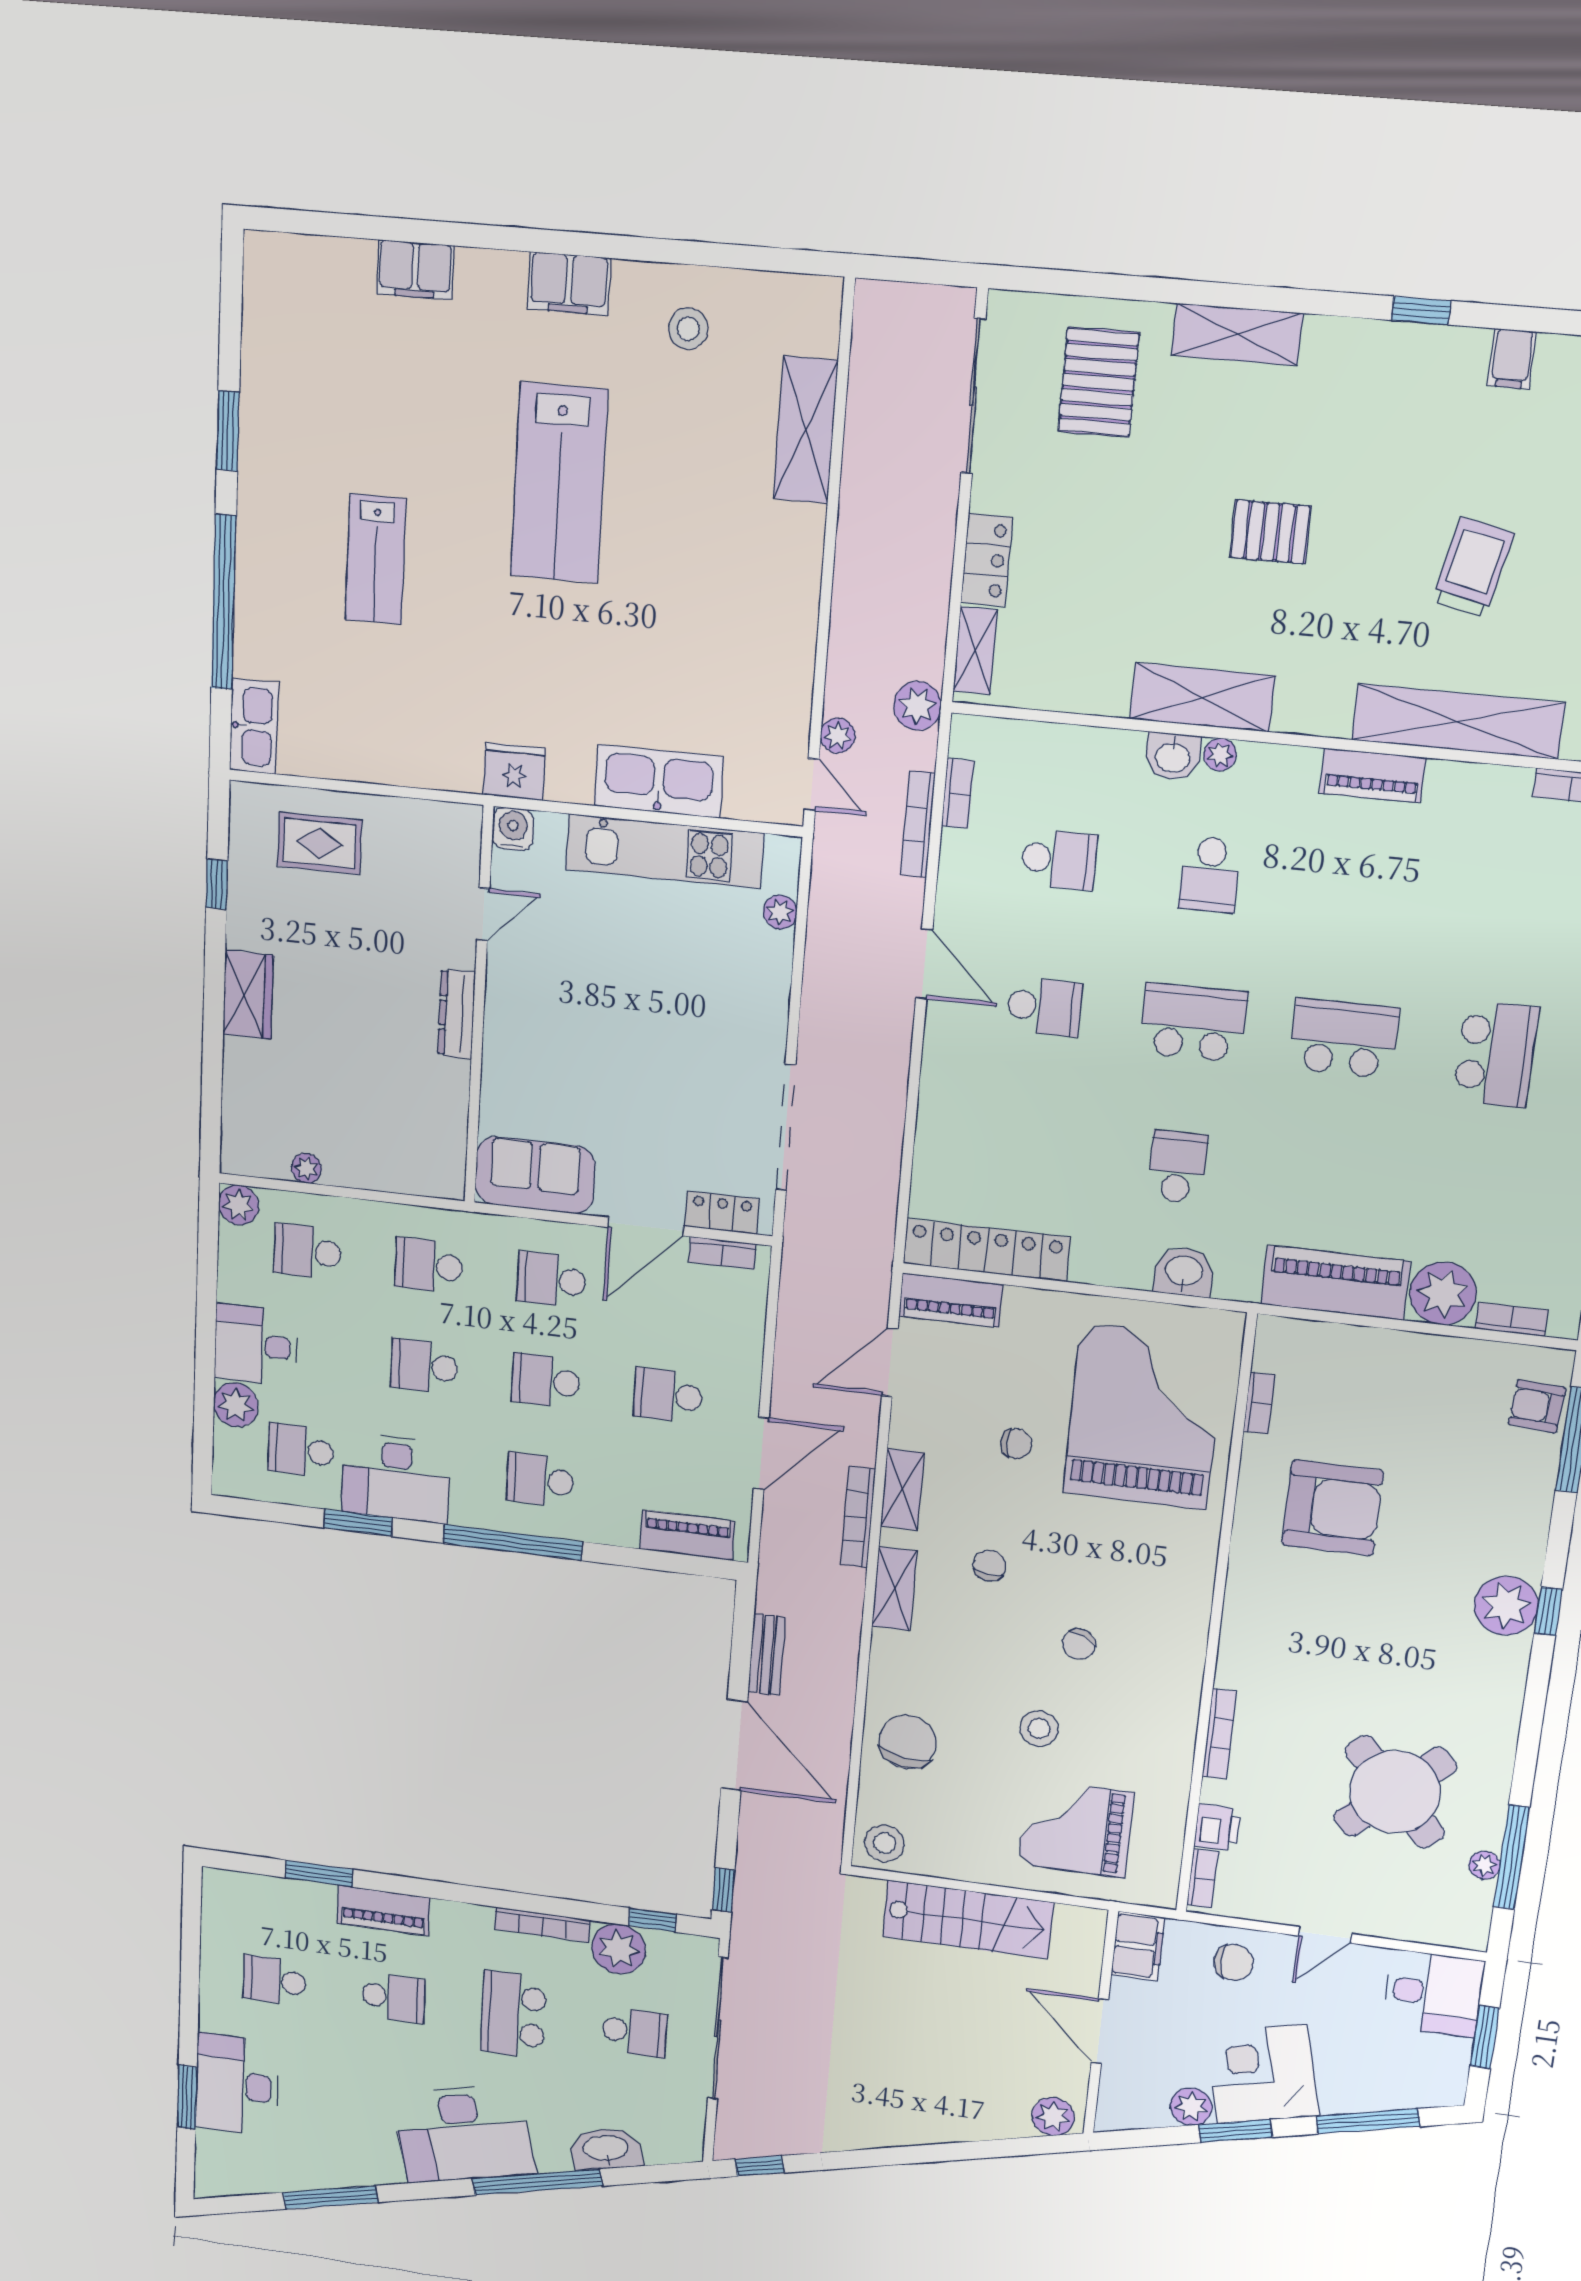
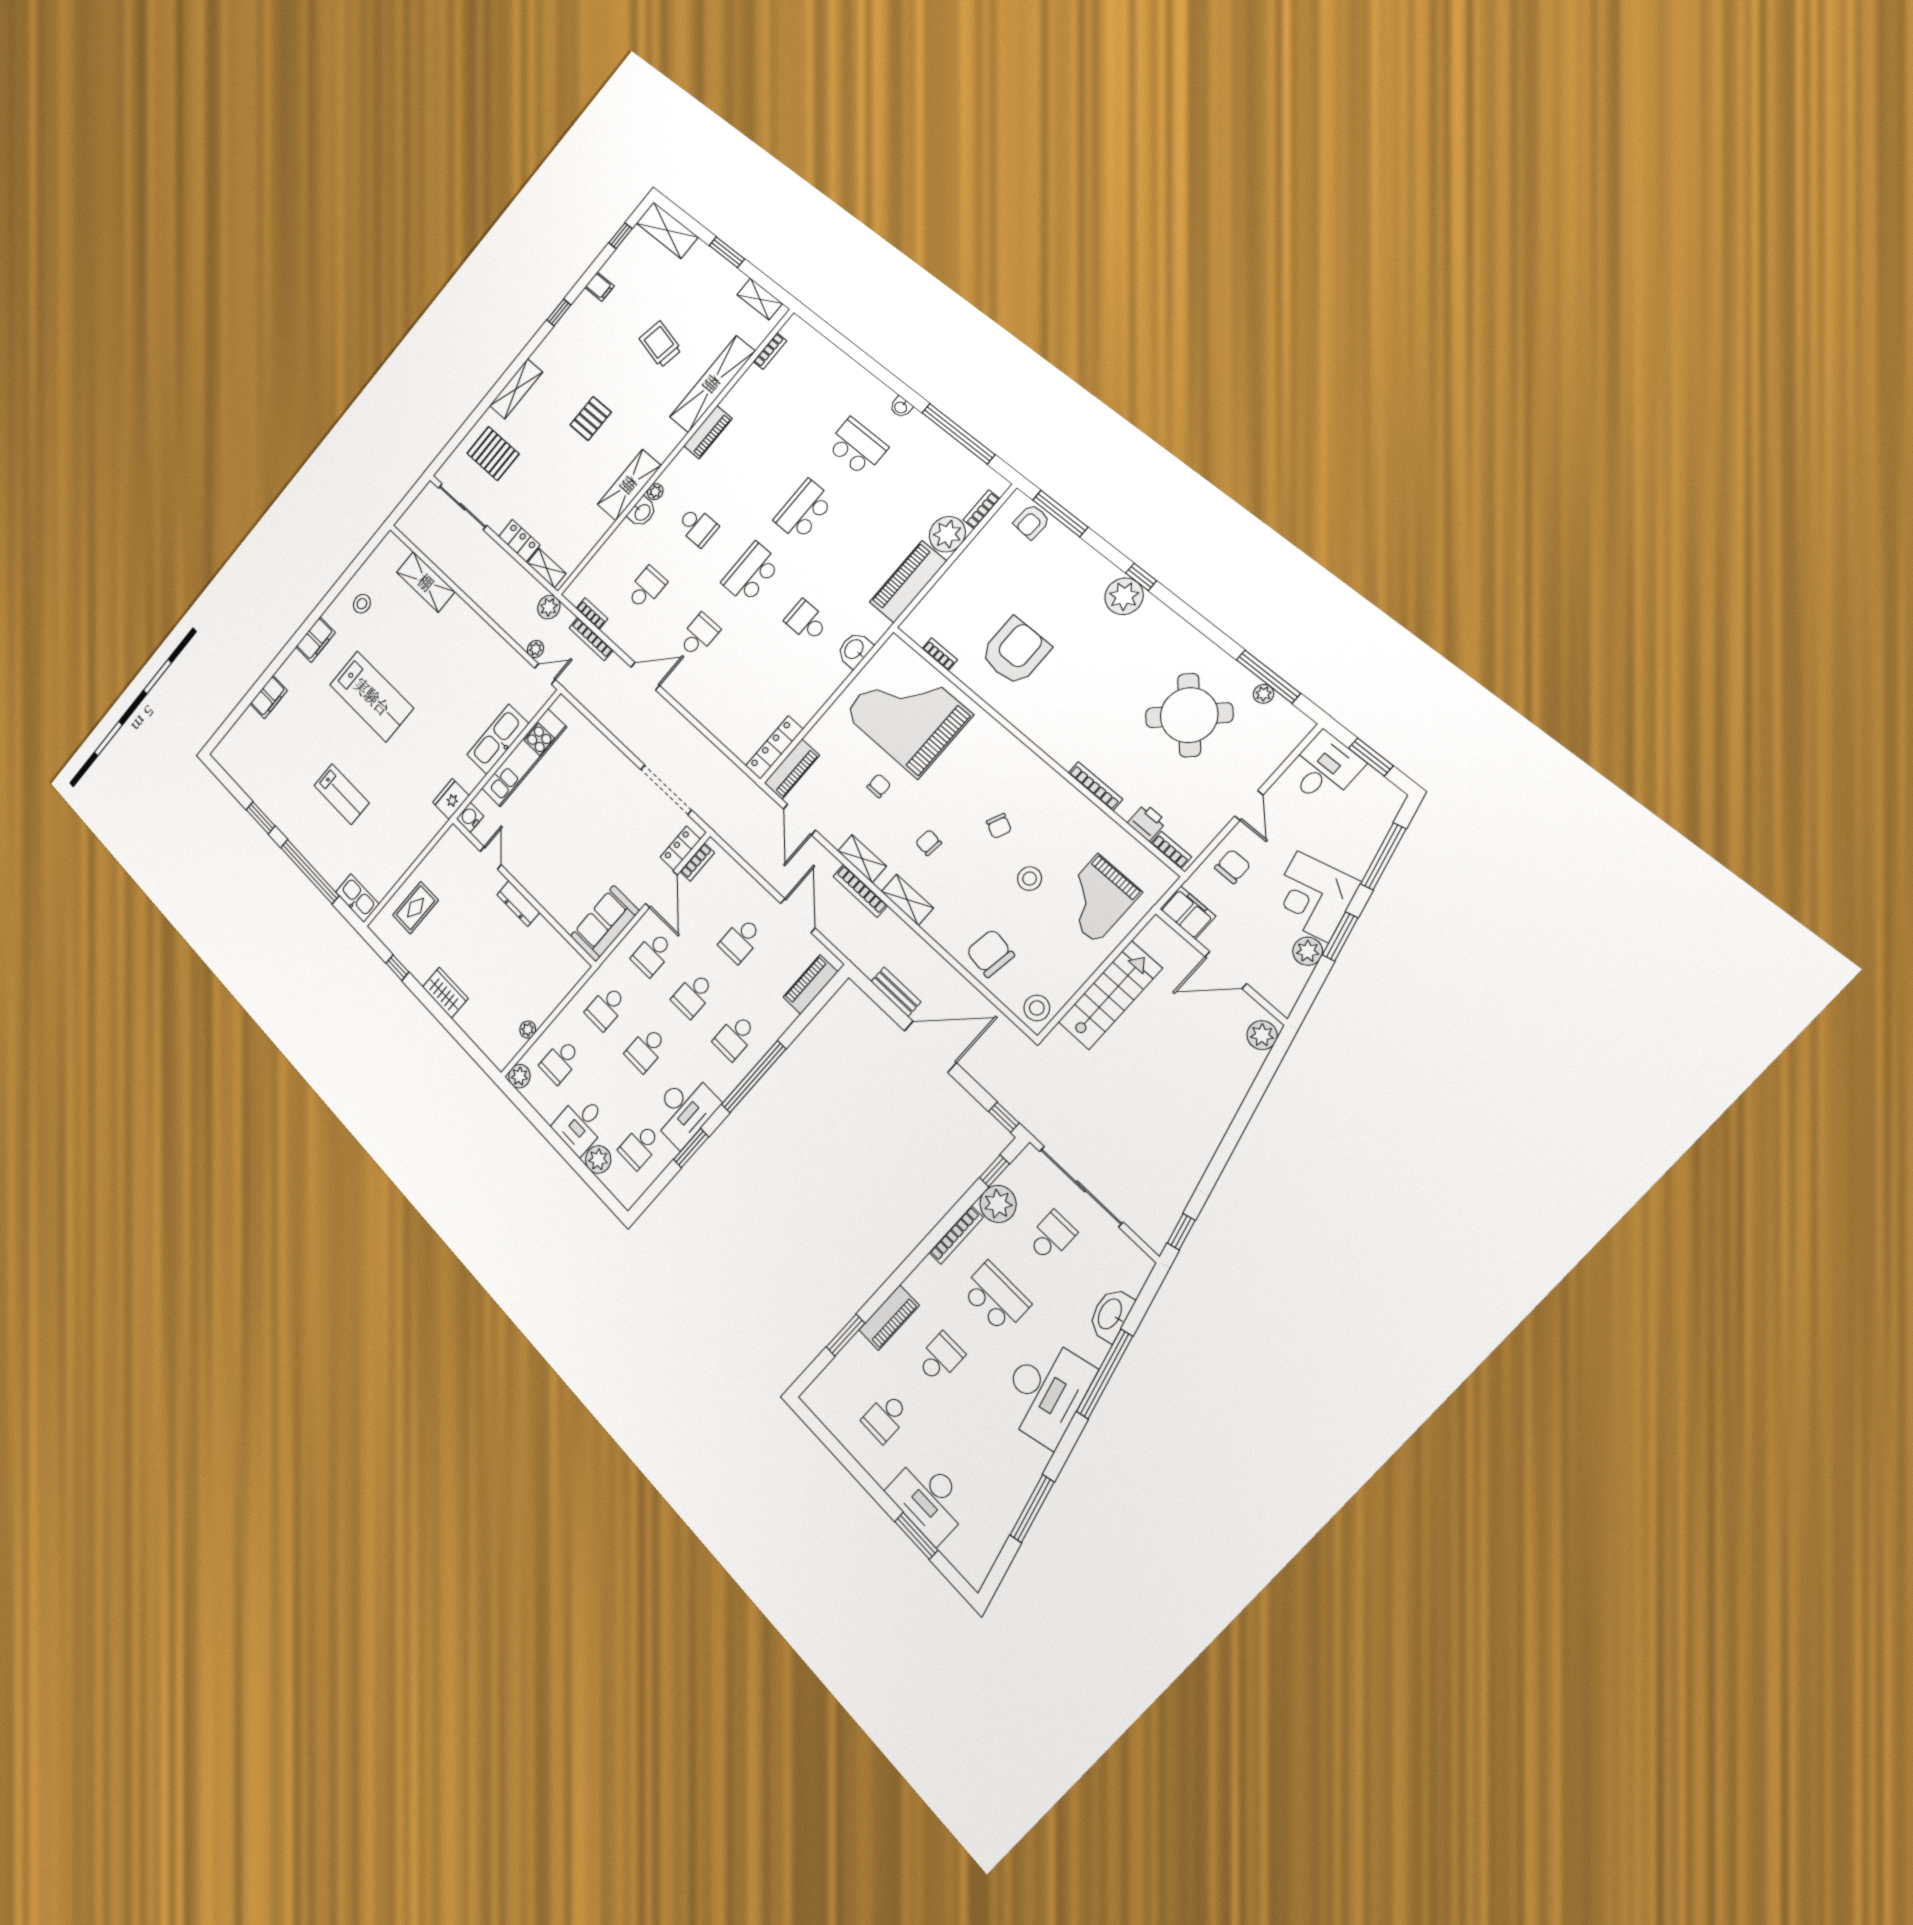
plant: (780, 912) -> (581, 725), removed
locker: (987, 1250) -> (774, 747), width x0.71, depth x0.83
school desk: (513, 2015) -> (996, 1297), turned 180

